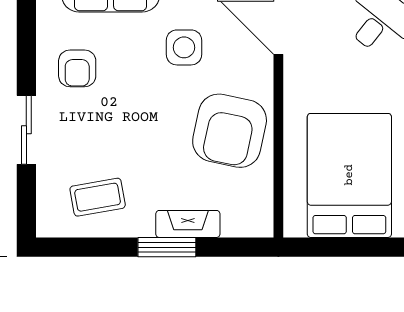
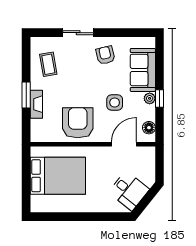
armchair: (77, 68) -> (105, 55), turned 77
armchair: (230, 131) -> (78, 123), turned 78

